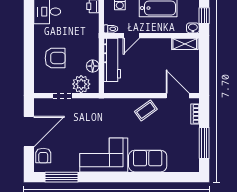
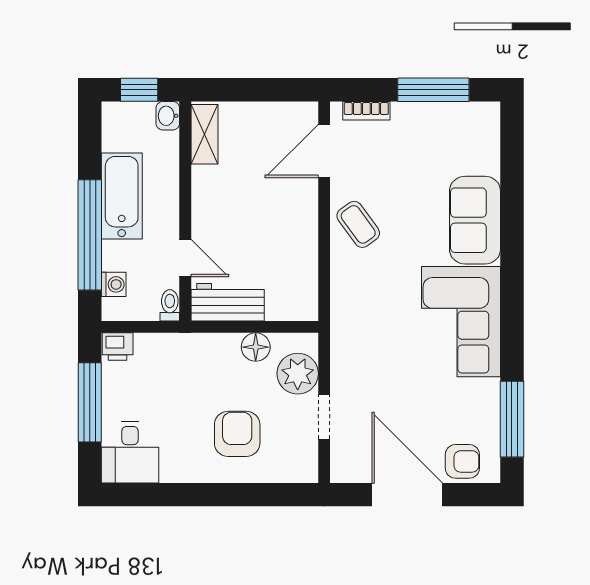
workbench: (112, 60) -> (228, 302), width x0.73

